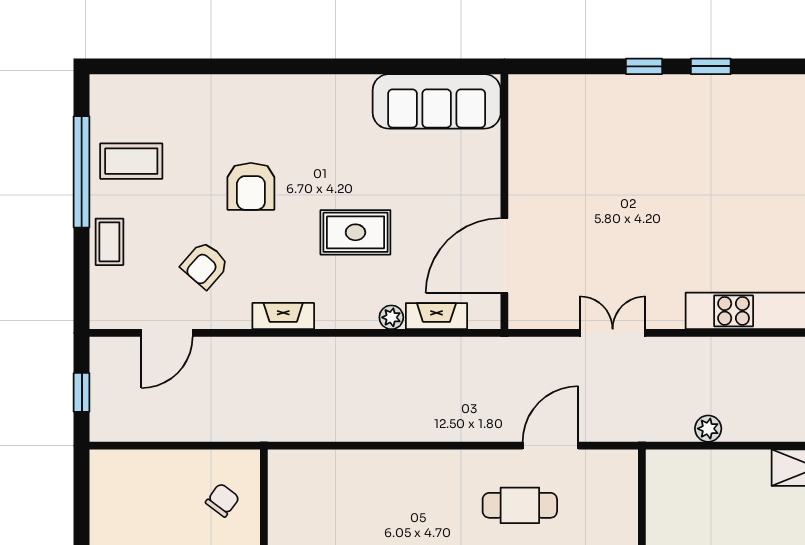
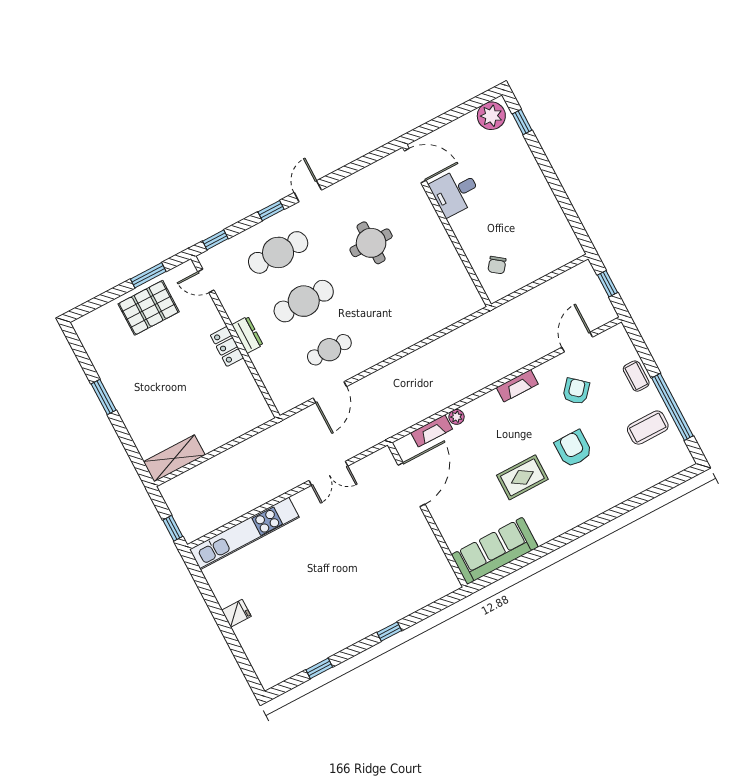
window: (711, 66) -> (319, 668), moved
rug: (355, 232) -> (522, 477), moved
plant: (708, 429) -> (247, 448), removed

